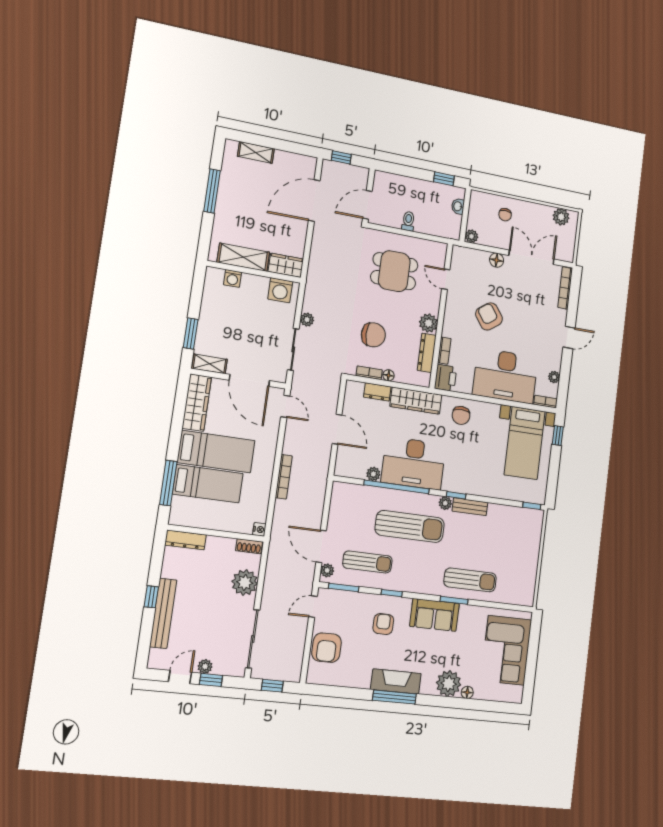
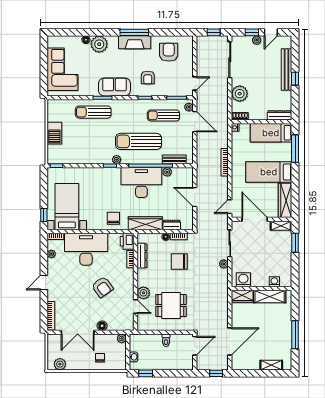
plant: (428, 323) -> (143, 293), moved
door: (285, 406) -> (230, 207), hinge flipped
bed: (208, 484) -> (271, 133), moved
bench: (470, 507) -> (174, 159), moved
barbecue: (529, 555) -> (54, 133), added
armchair: (327, 648) -> (169, 52), moved

